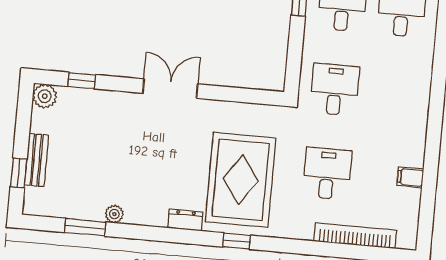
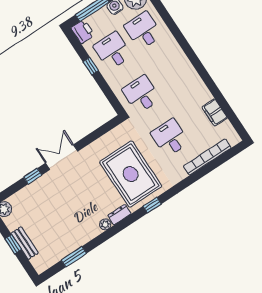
window: (82, 81) -> (33, 176), moved
window: (19, 173) -> (13, 244), moved
filing cabinet: (410, 177) -> (215, 112), width x2.00
plant: (114, 214) -> (105, 224), moved

